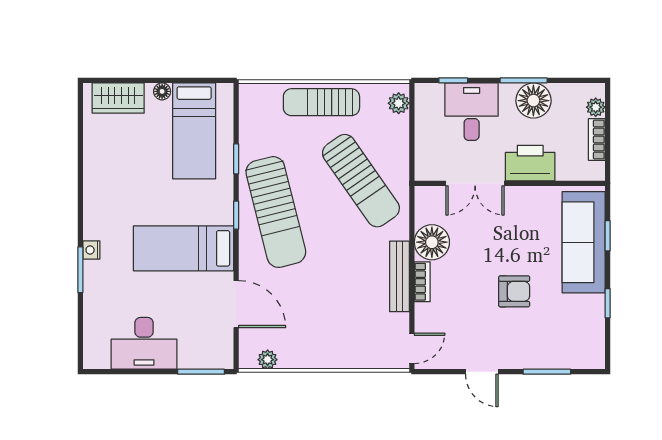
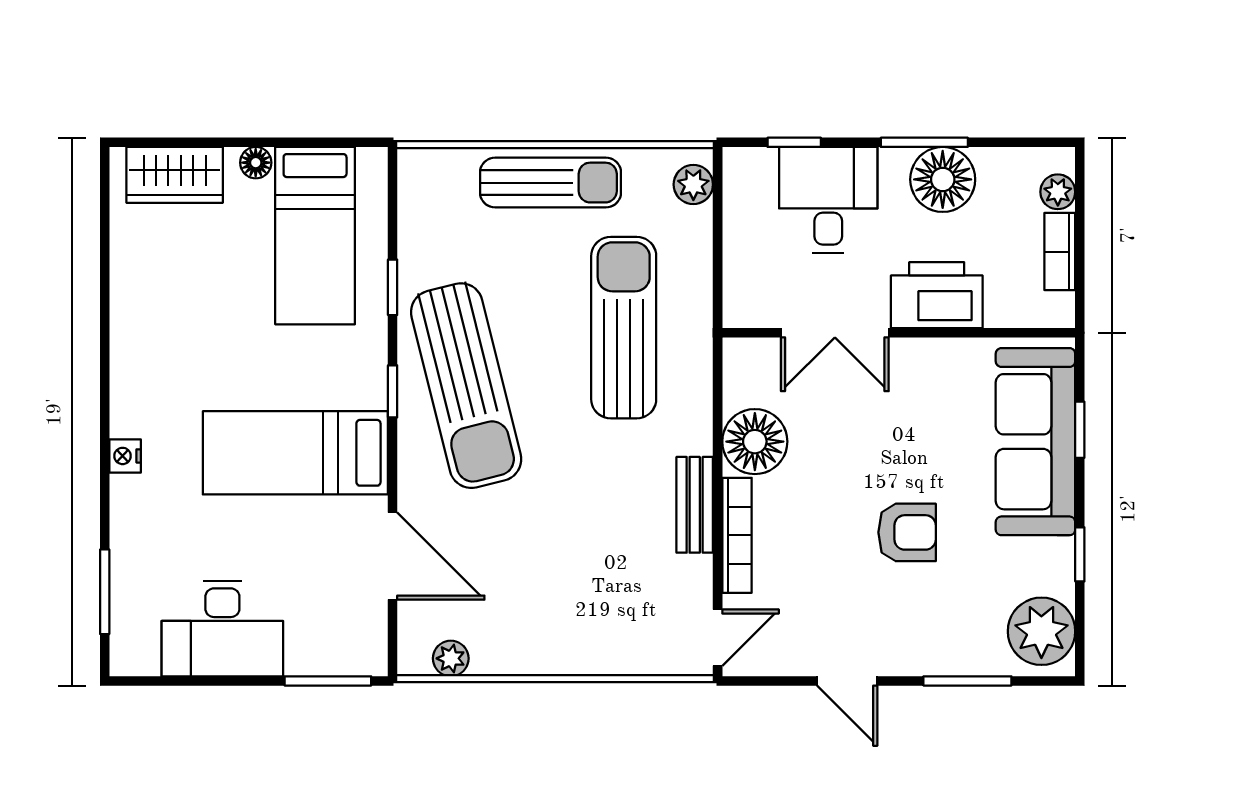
sun lounger: (321, 102) -> (551, 183), turned 180
sun lounger: (361, 181) -> (624, 328), turned -145
window: (80, 270) -> (105, 592), moved
bench: (399, 276) -> (695, 505), width x0.73
bookcase: (422, 282) -> (737, 535), width x1.56
plant: (587, 345) -> (1041, 631), added

